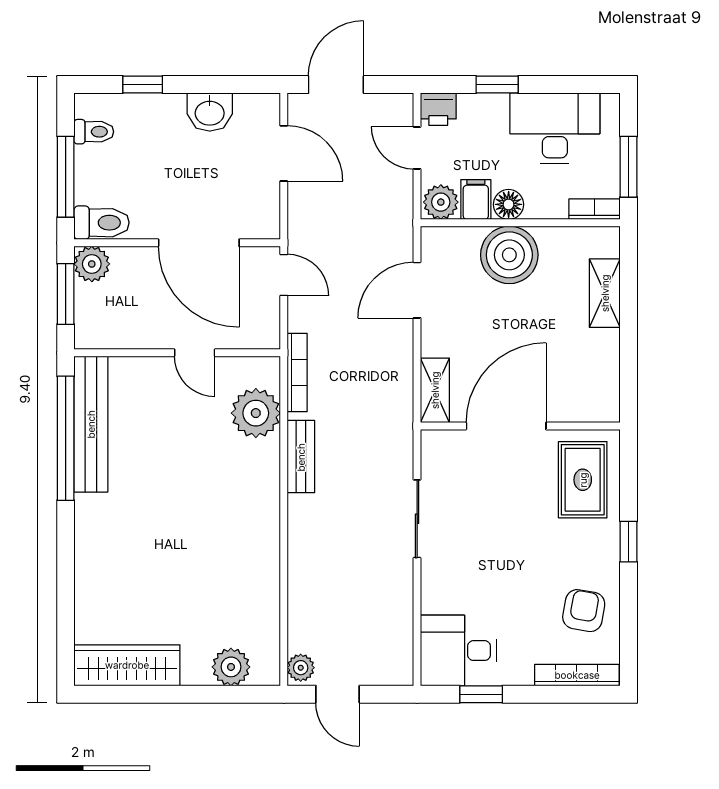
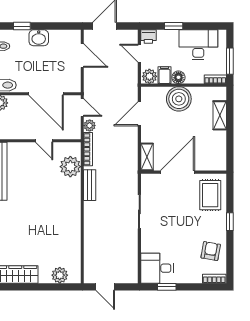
washbasin: (210, 112) -> (39, 38), moved
plant: (301, 668) -> (90, 126), moved
bookcase: (577, 675) -> (214, 279), width x0.64

